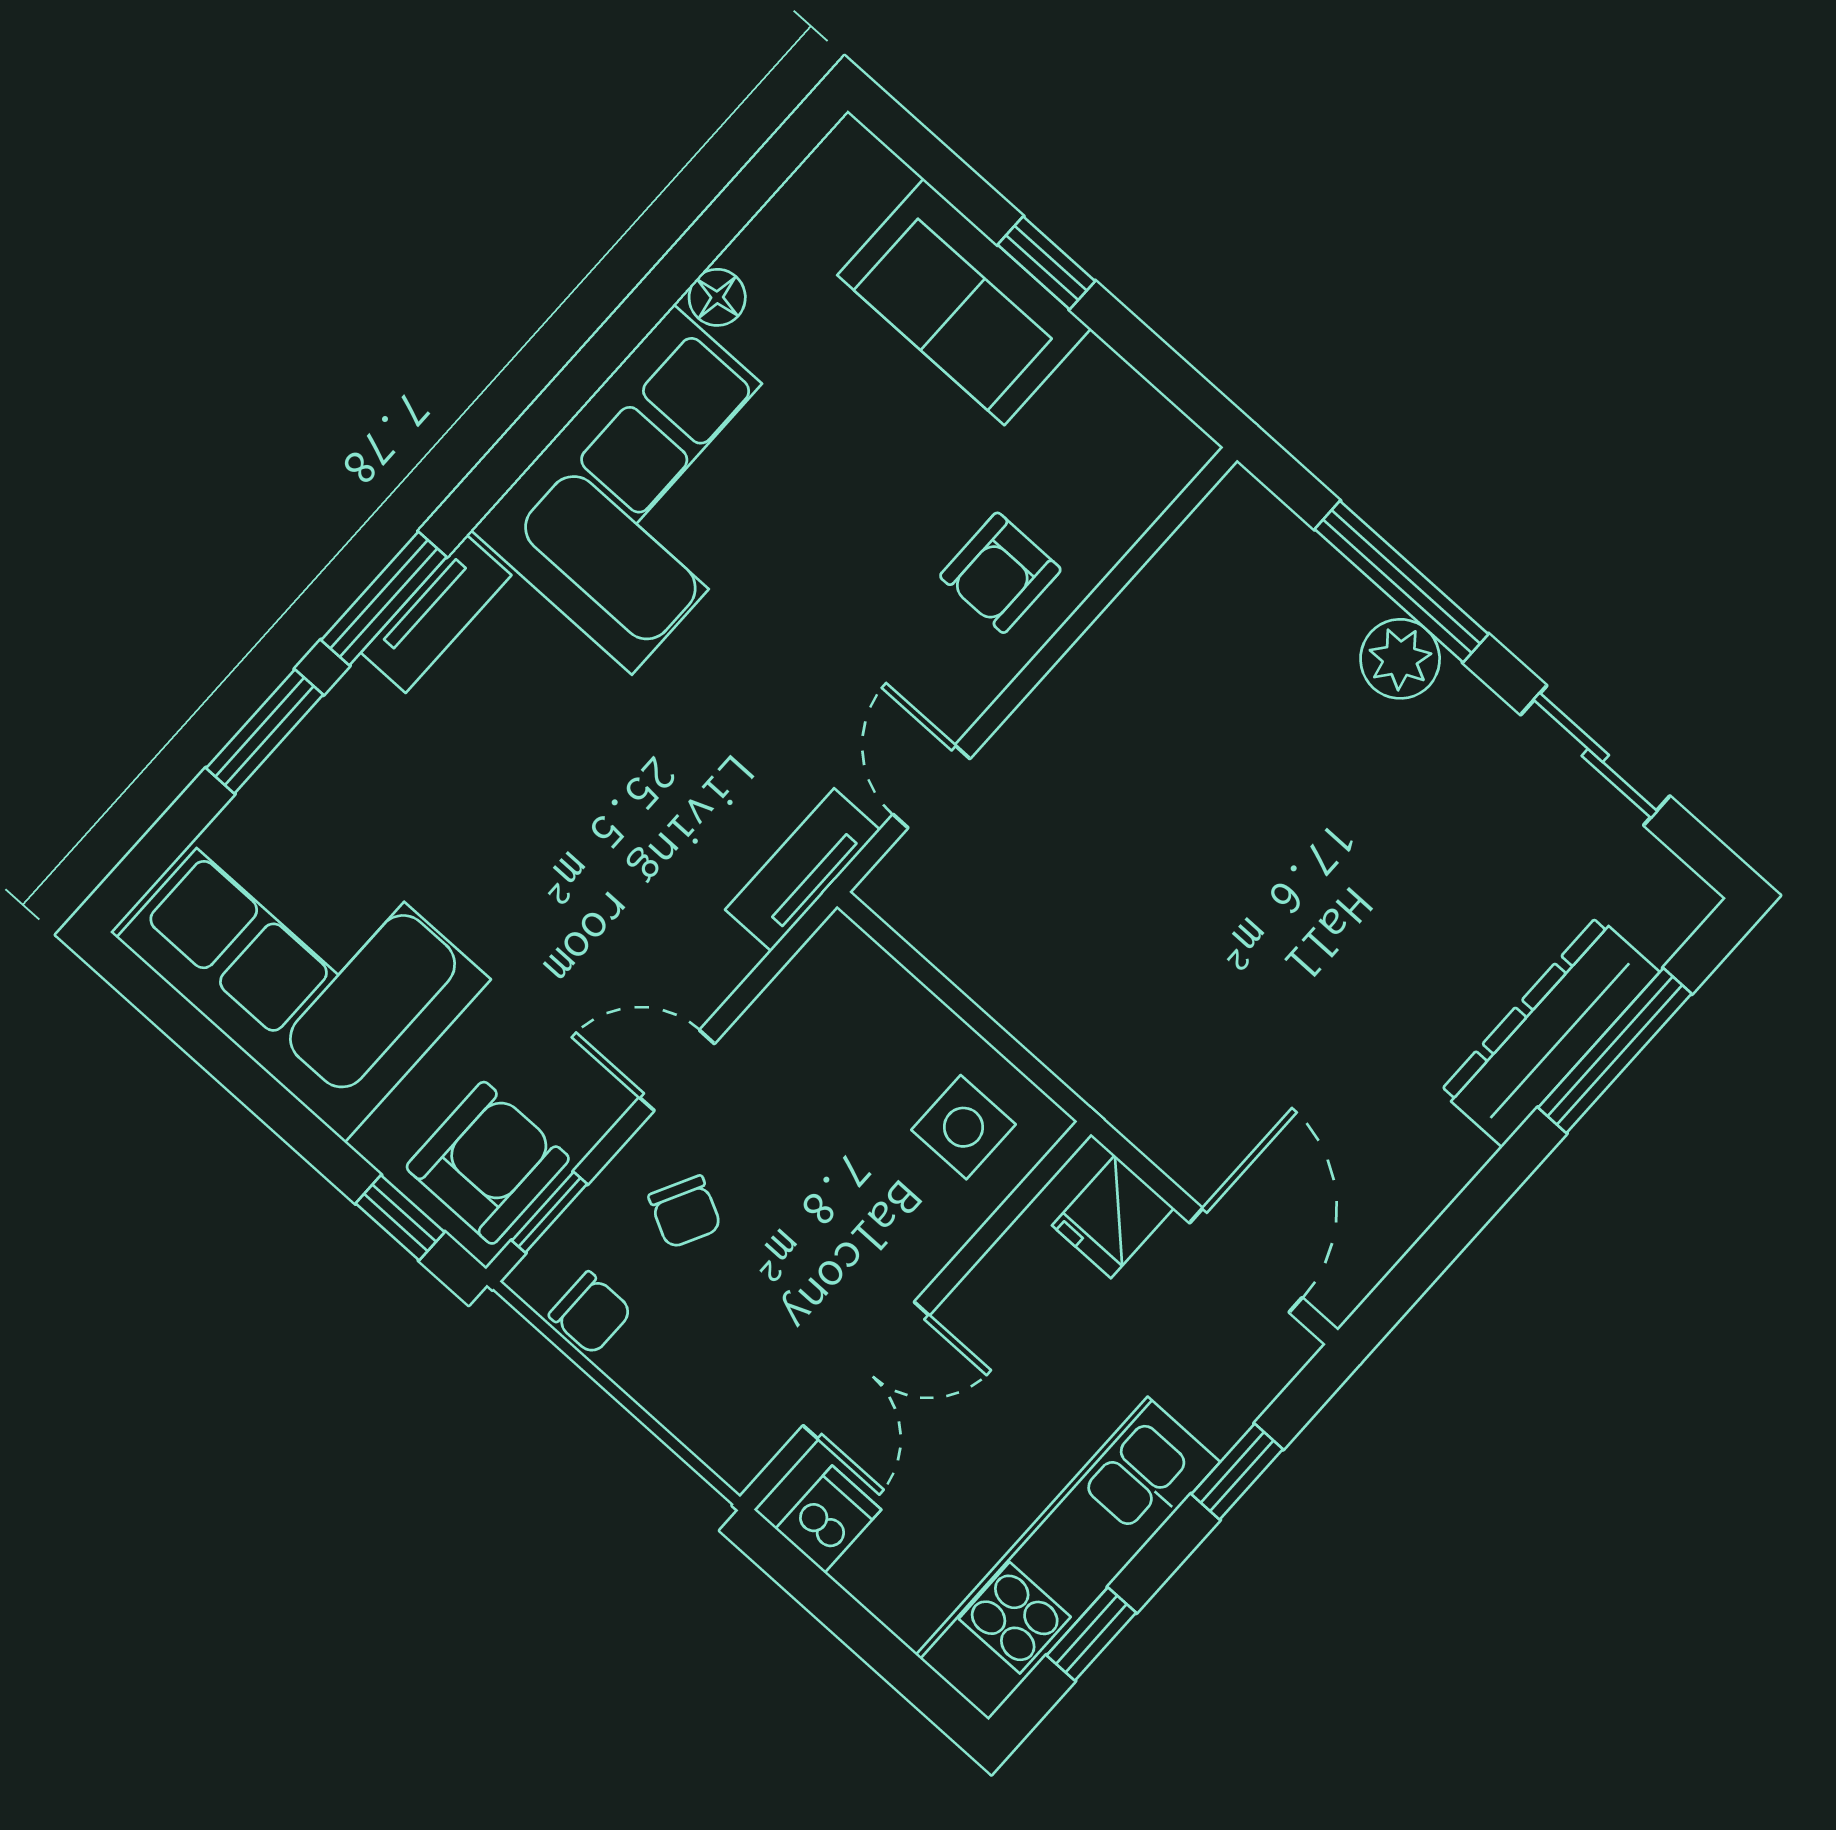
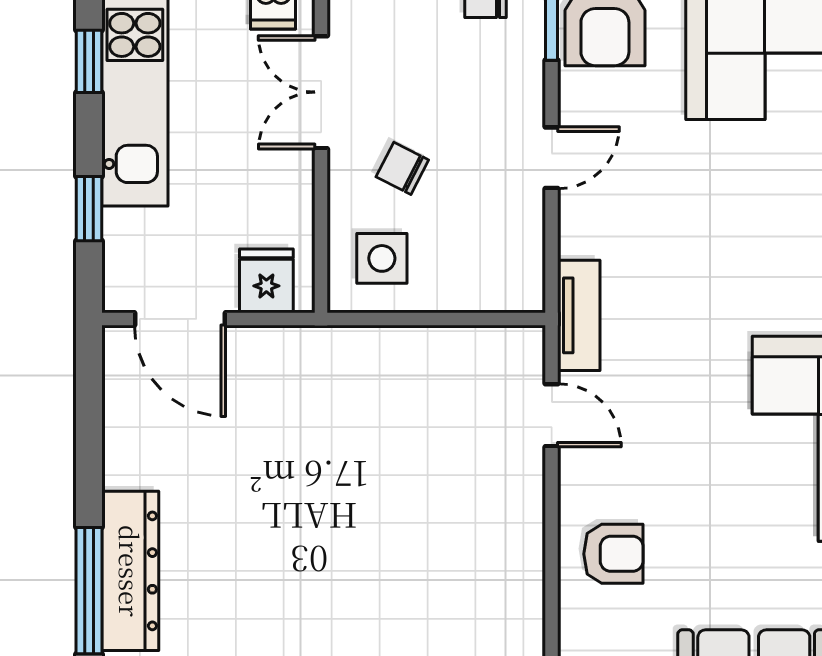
armchair: (1000, 573) -> (613, 554), turned 90
chair: (685, 1212) -> (402, 168), moved

